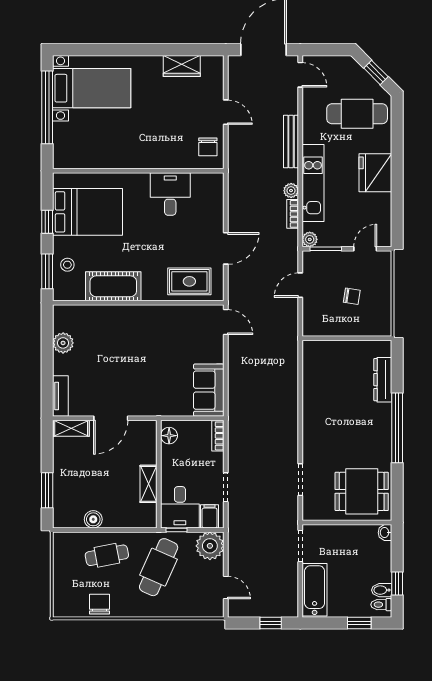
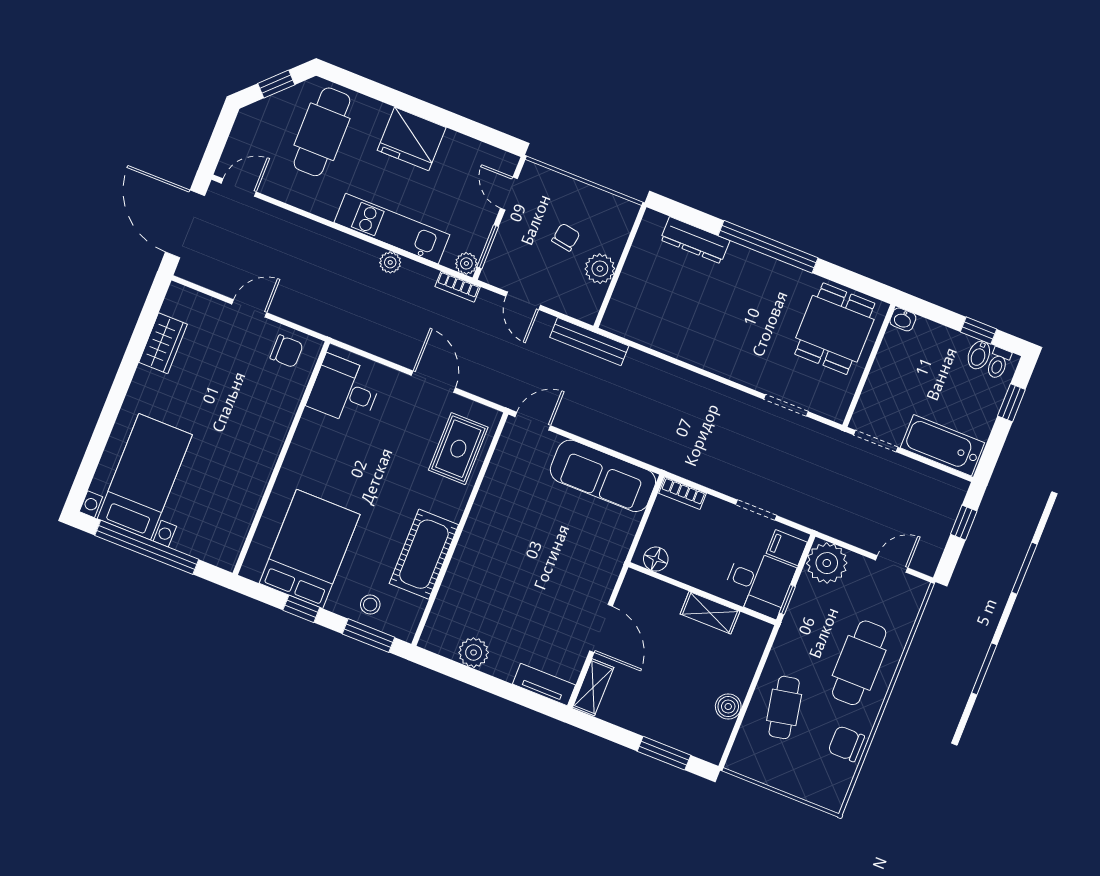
bench: (291, 141) -> (589, 342), moved
desk: (170, 194) -> (345, 390), moved
bookcase: (293, 214) -> (458, 287), moved
plant: (340, 326) -> (600, 269), added
sofa: (209, 390) -> (603, 476), width x1.36
cafe table: (159, 567) -> (859, 663), moved, turned 66

